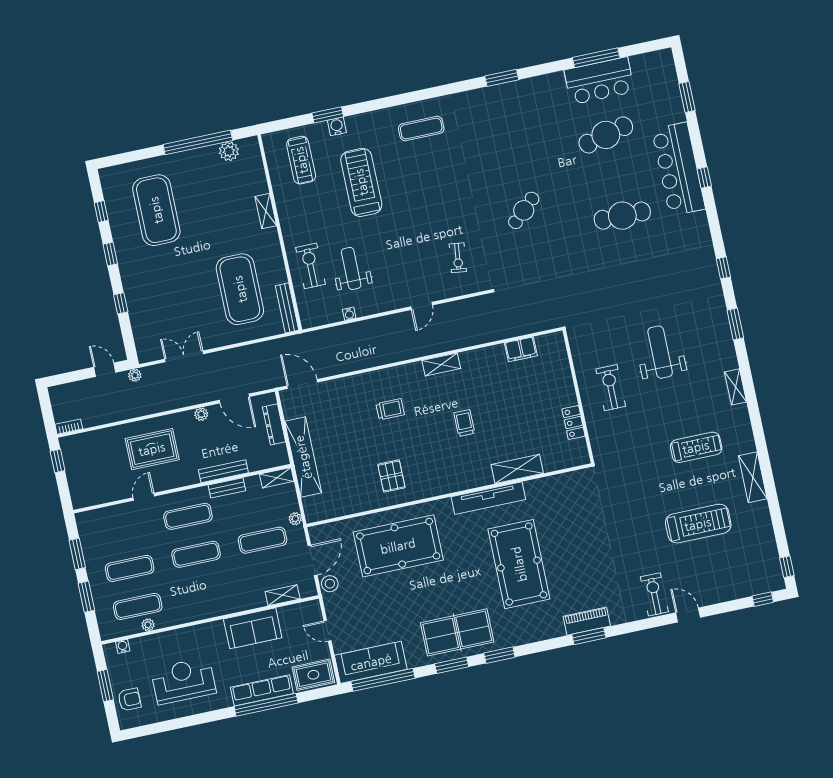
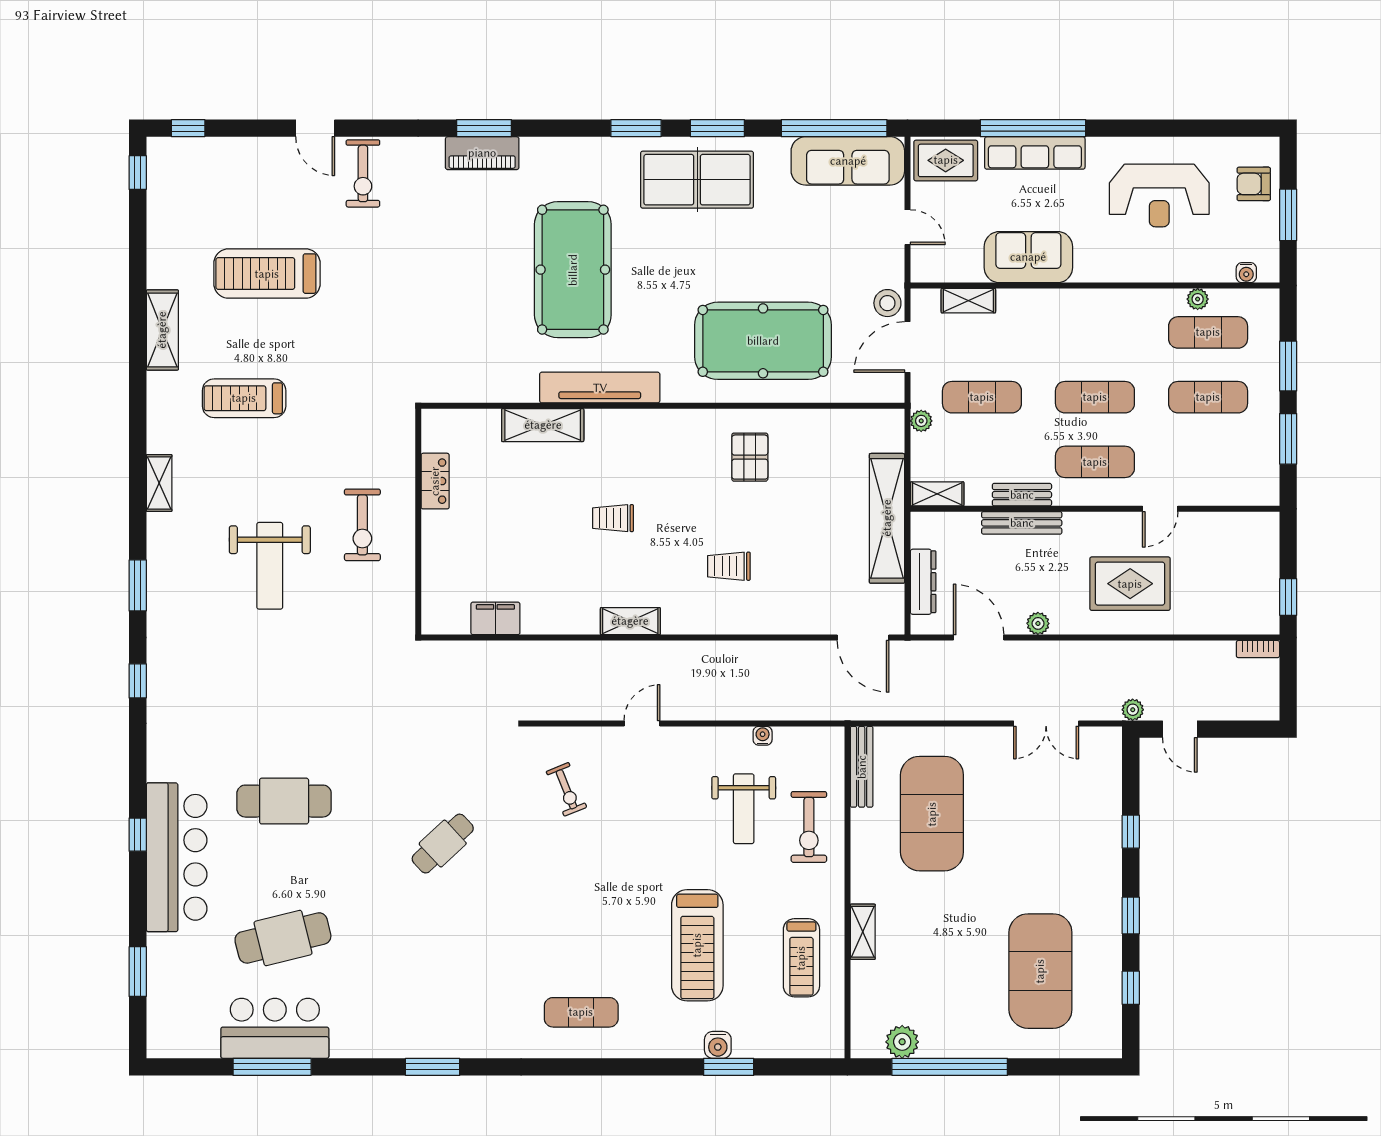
treadmill: (301, 160) -> (801, 958), moved, turned 180
exercise bike: (458, 258) -> (566, 789), turned 151
trolley: (464, 423) -> (613, 518), turned 90

